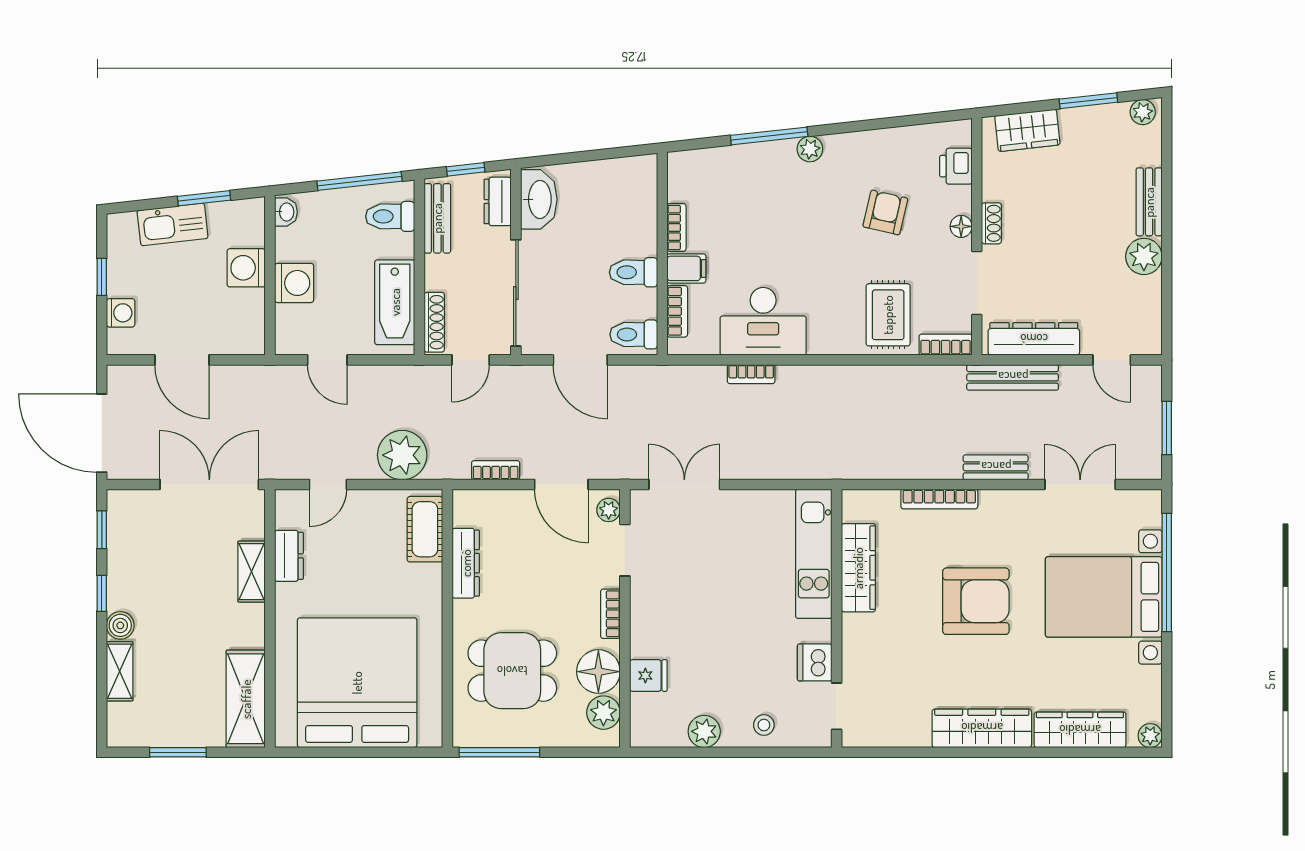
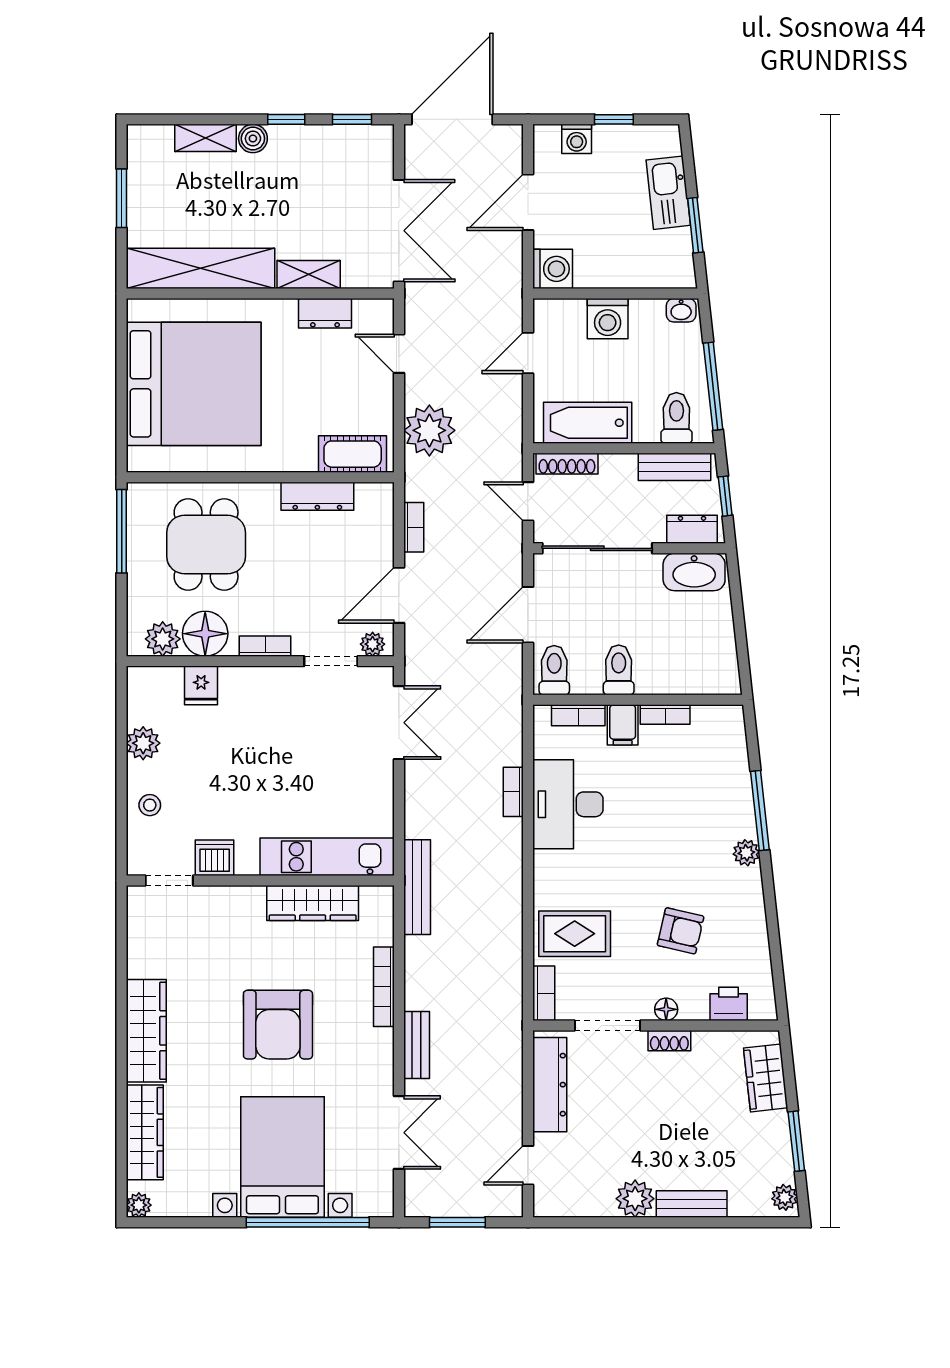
washing machine: (246, 268) -> (553, 269), moved, turned 90
bench: (1013, 377) -> (417, 887), moved
shelving: (246, 699) -> (201, 268), width x1.47

